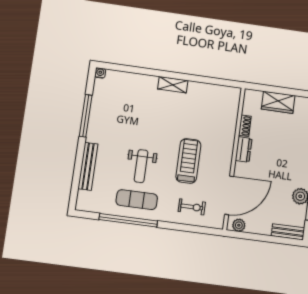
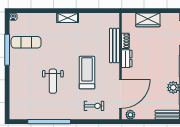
bench: (88, 166) -> (114, 46), moved
exercise mat: (137, 200) -> (26, 42), moved

